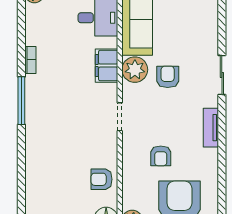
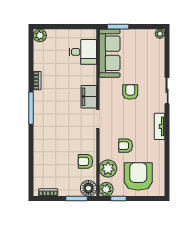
filing cabinet: (107, 66) -> (89, 97), moved
plant: (135, 70) -> (108, 169), moved
armchair: (161, 156) -> (126, 146), turned 90

